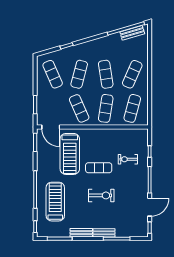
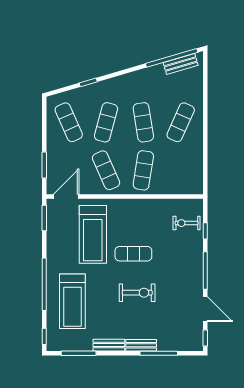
exercise mat: (132, 108) -> (181, 170), removed
door: (51, 127) -> (66, 196), swing flipped
exercise bike: (128, 159) -> (187, 223), moved
treadmill: (55, 202) -> (72, 301), turned 180
door: (150, 207) -> (205, 309), hinge flipped

